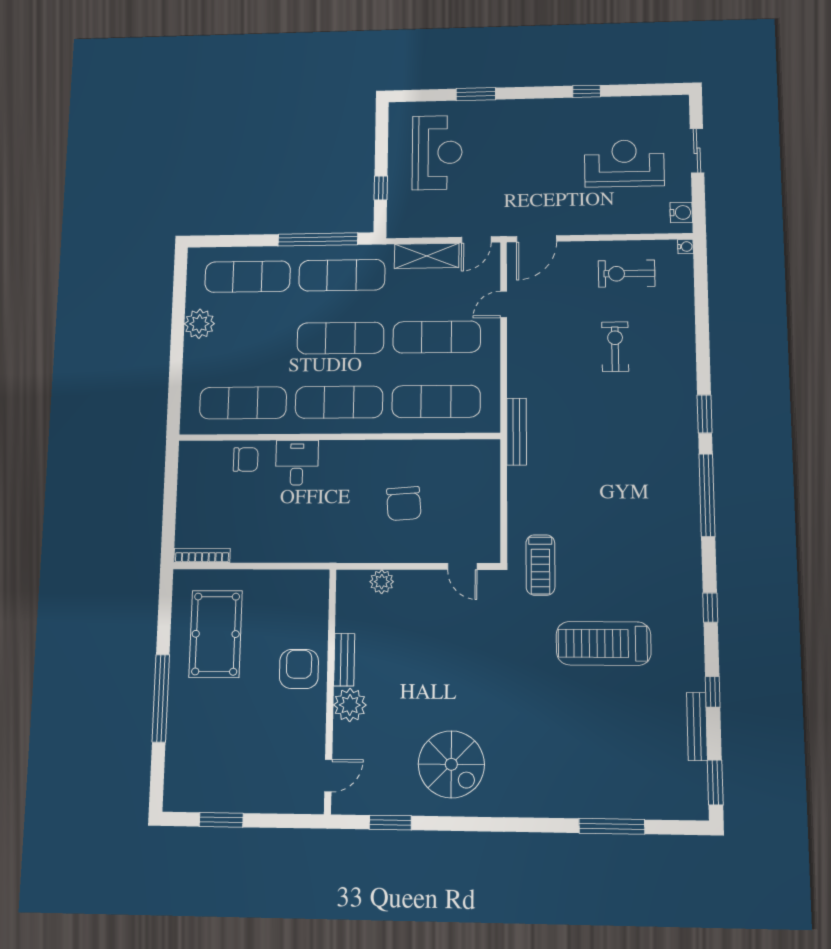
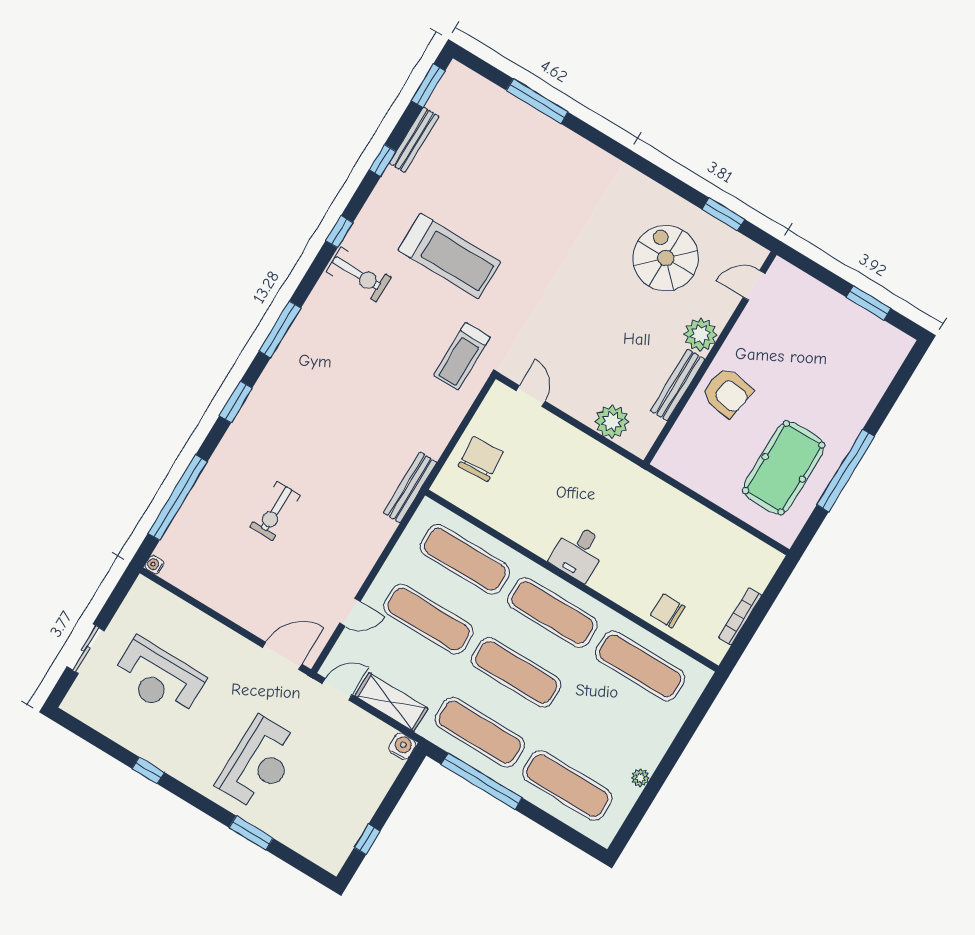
reception desk: (437, 153) -> (259, 763), moved, turned 180
window: (381, 188) -> (367, 839), moved
water cooler: (681, 212) -> (402, 746), moved, turned 90
exercise bike: (627, 274) -> (359, 274), moved
window: (702, 310) -> (178, 497), added
plant: (199, 324) -> (640, 778), width x0.53, depth x0.53
desk: (297, 463) -> (578, 552), moved
window: (707, 495) -> (280, 329), width x0.68
chair: (404, 504) -> (481, 459), moved
bookcase: (202, 555) -> (740, 616), moved, turned 90
treadmill: (540, 565) -> (462, 356), turned 180
plant: (382, 582) -> (612, 422), width x1.36, depth x1.36
bench: (344, 660) -> (678, 385), width x1.36
armchair: (299, 669) -> (727, 392), turned -81
window: (161, 698) -> (846, 471), moved
spiral stairs: (451, 764) -> (666, 258), moved

